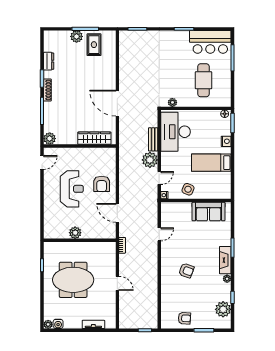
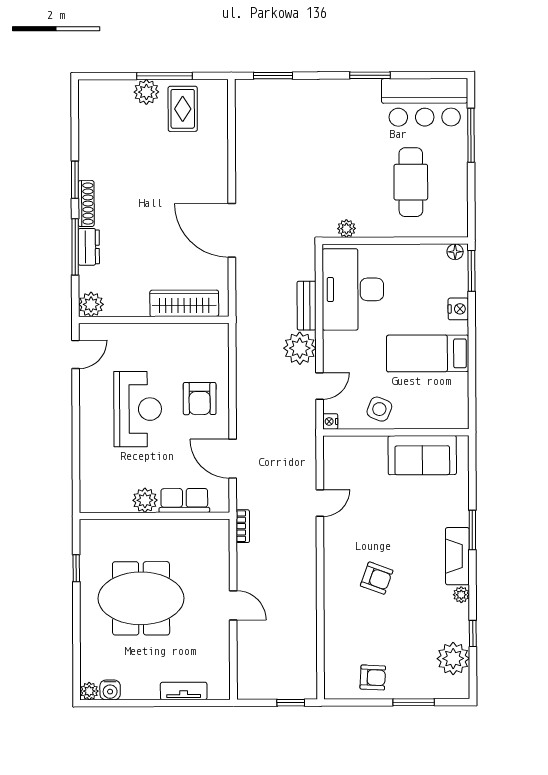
dresser: (49, 61) -> (89, 247), moved
row of seats: (94, 233) -> (184, 500), added

